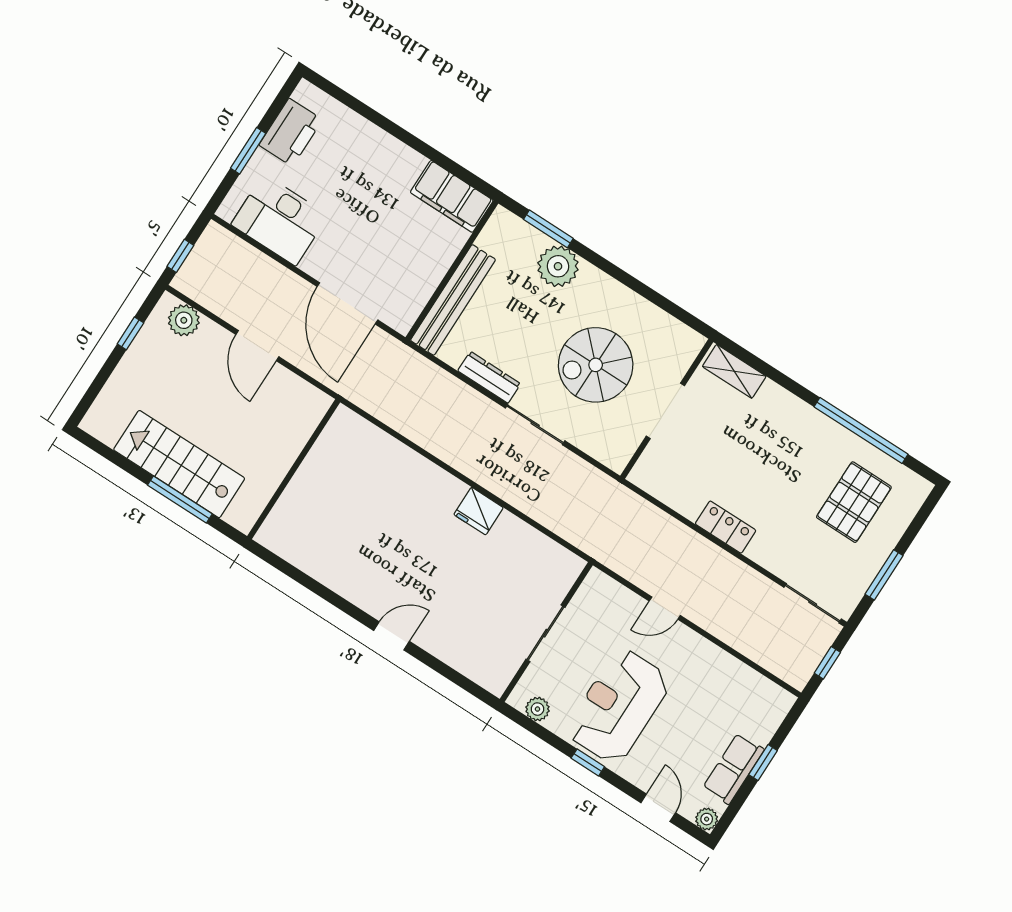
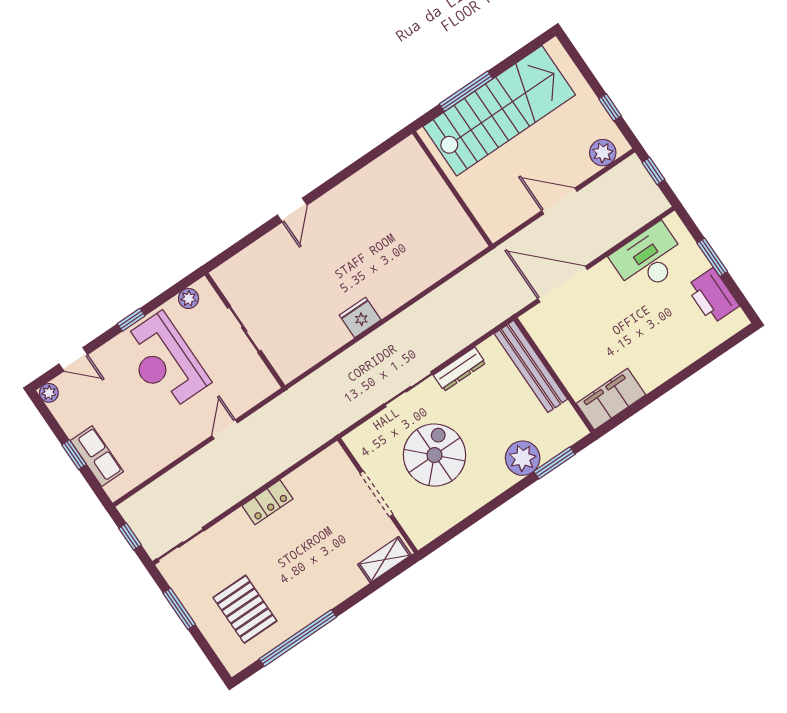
stairs: (179, 464) -> (499, 111), width x1.36, depth x1.51
reception desk: (618, 706) -> (164, 362), turned 180
row of seats: (733, 769) -> (97, 456), moved

